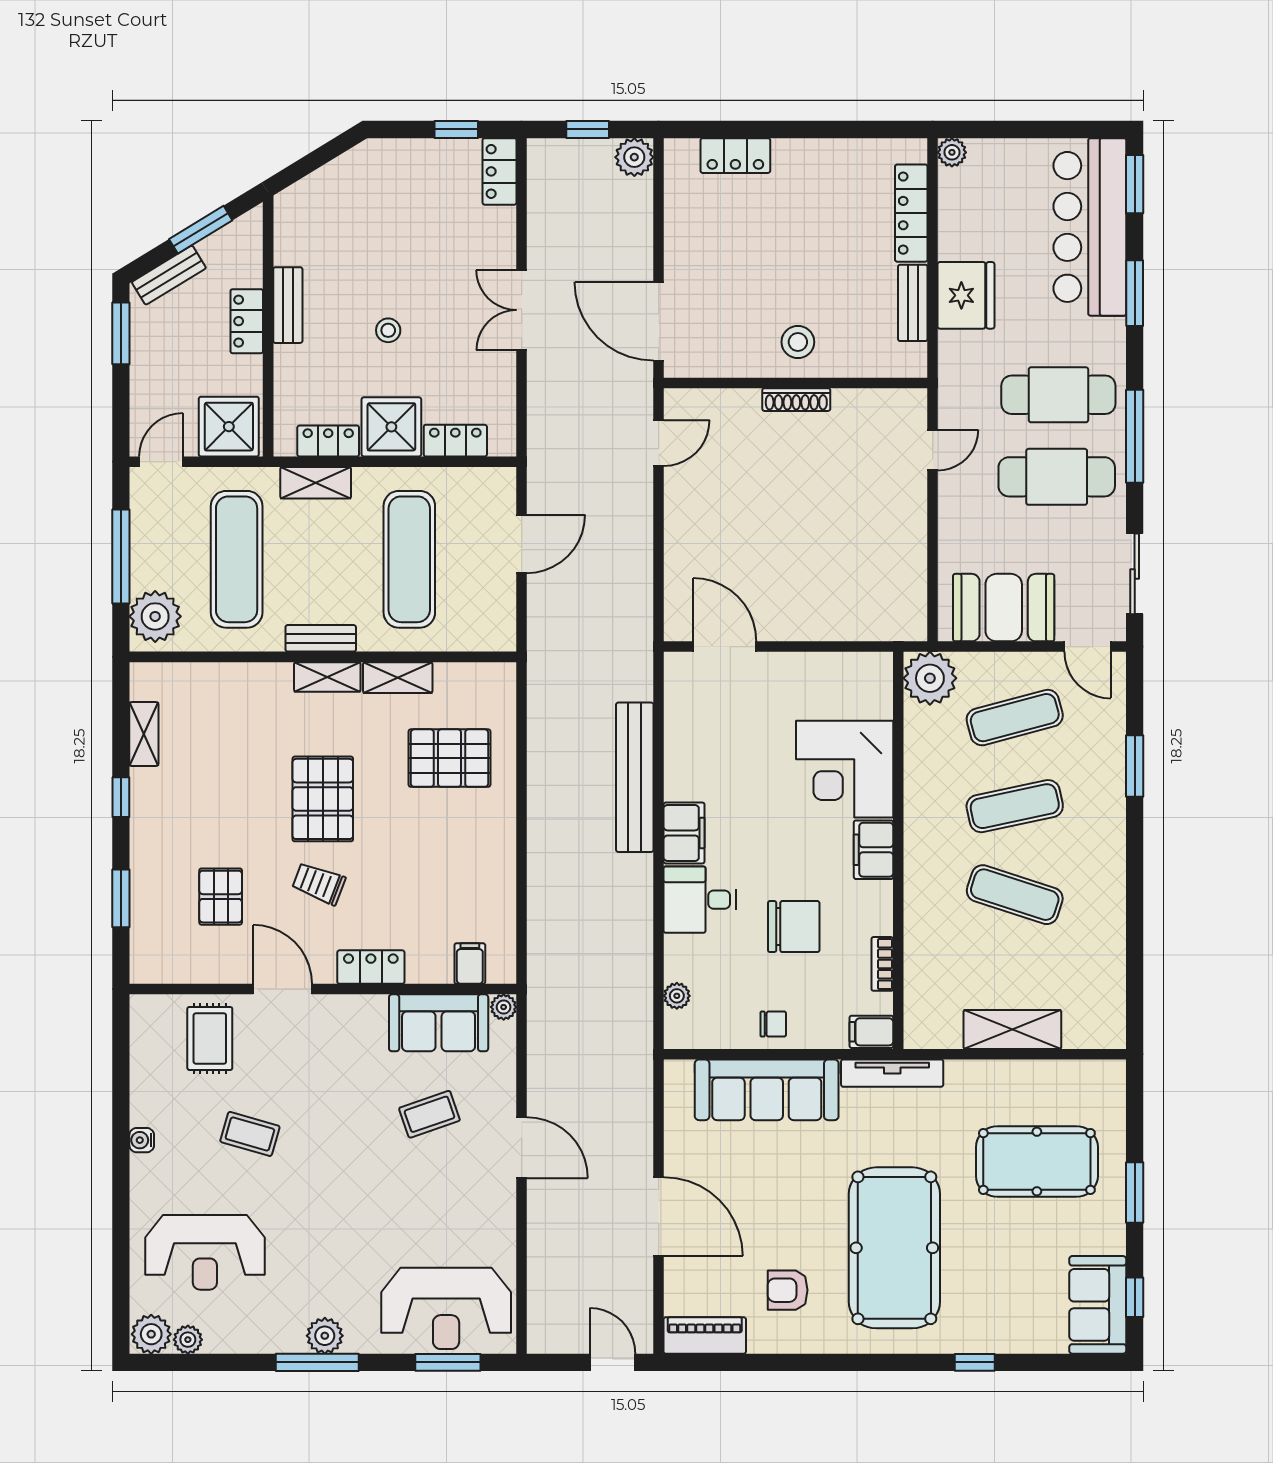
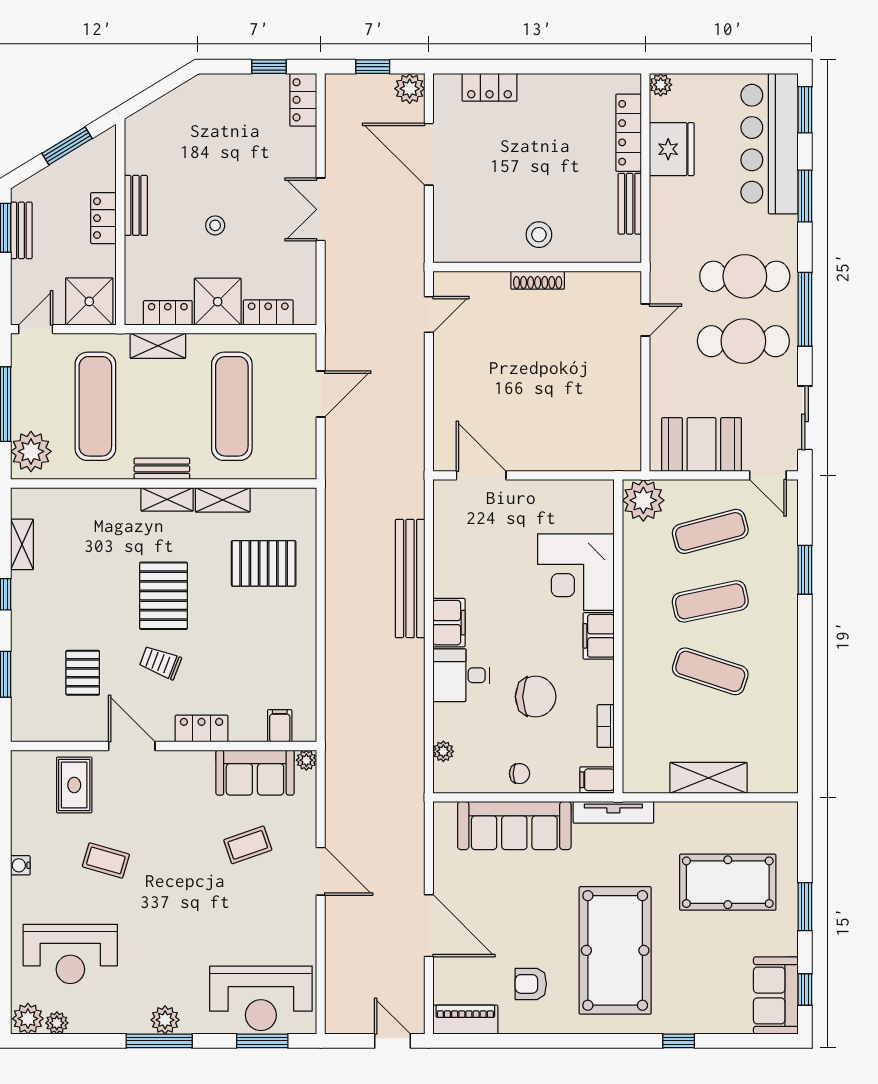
bench: (169, 275) -> (21, 230), moved, turned -59
fridge: (966, 295) -> (672, 149), moved
door: (659, 321) -> (429, 154), moved

